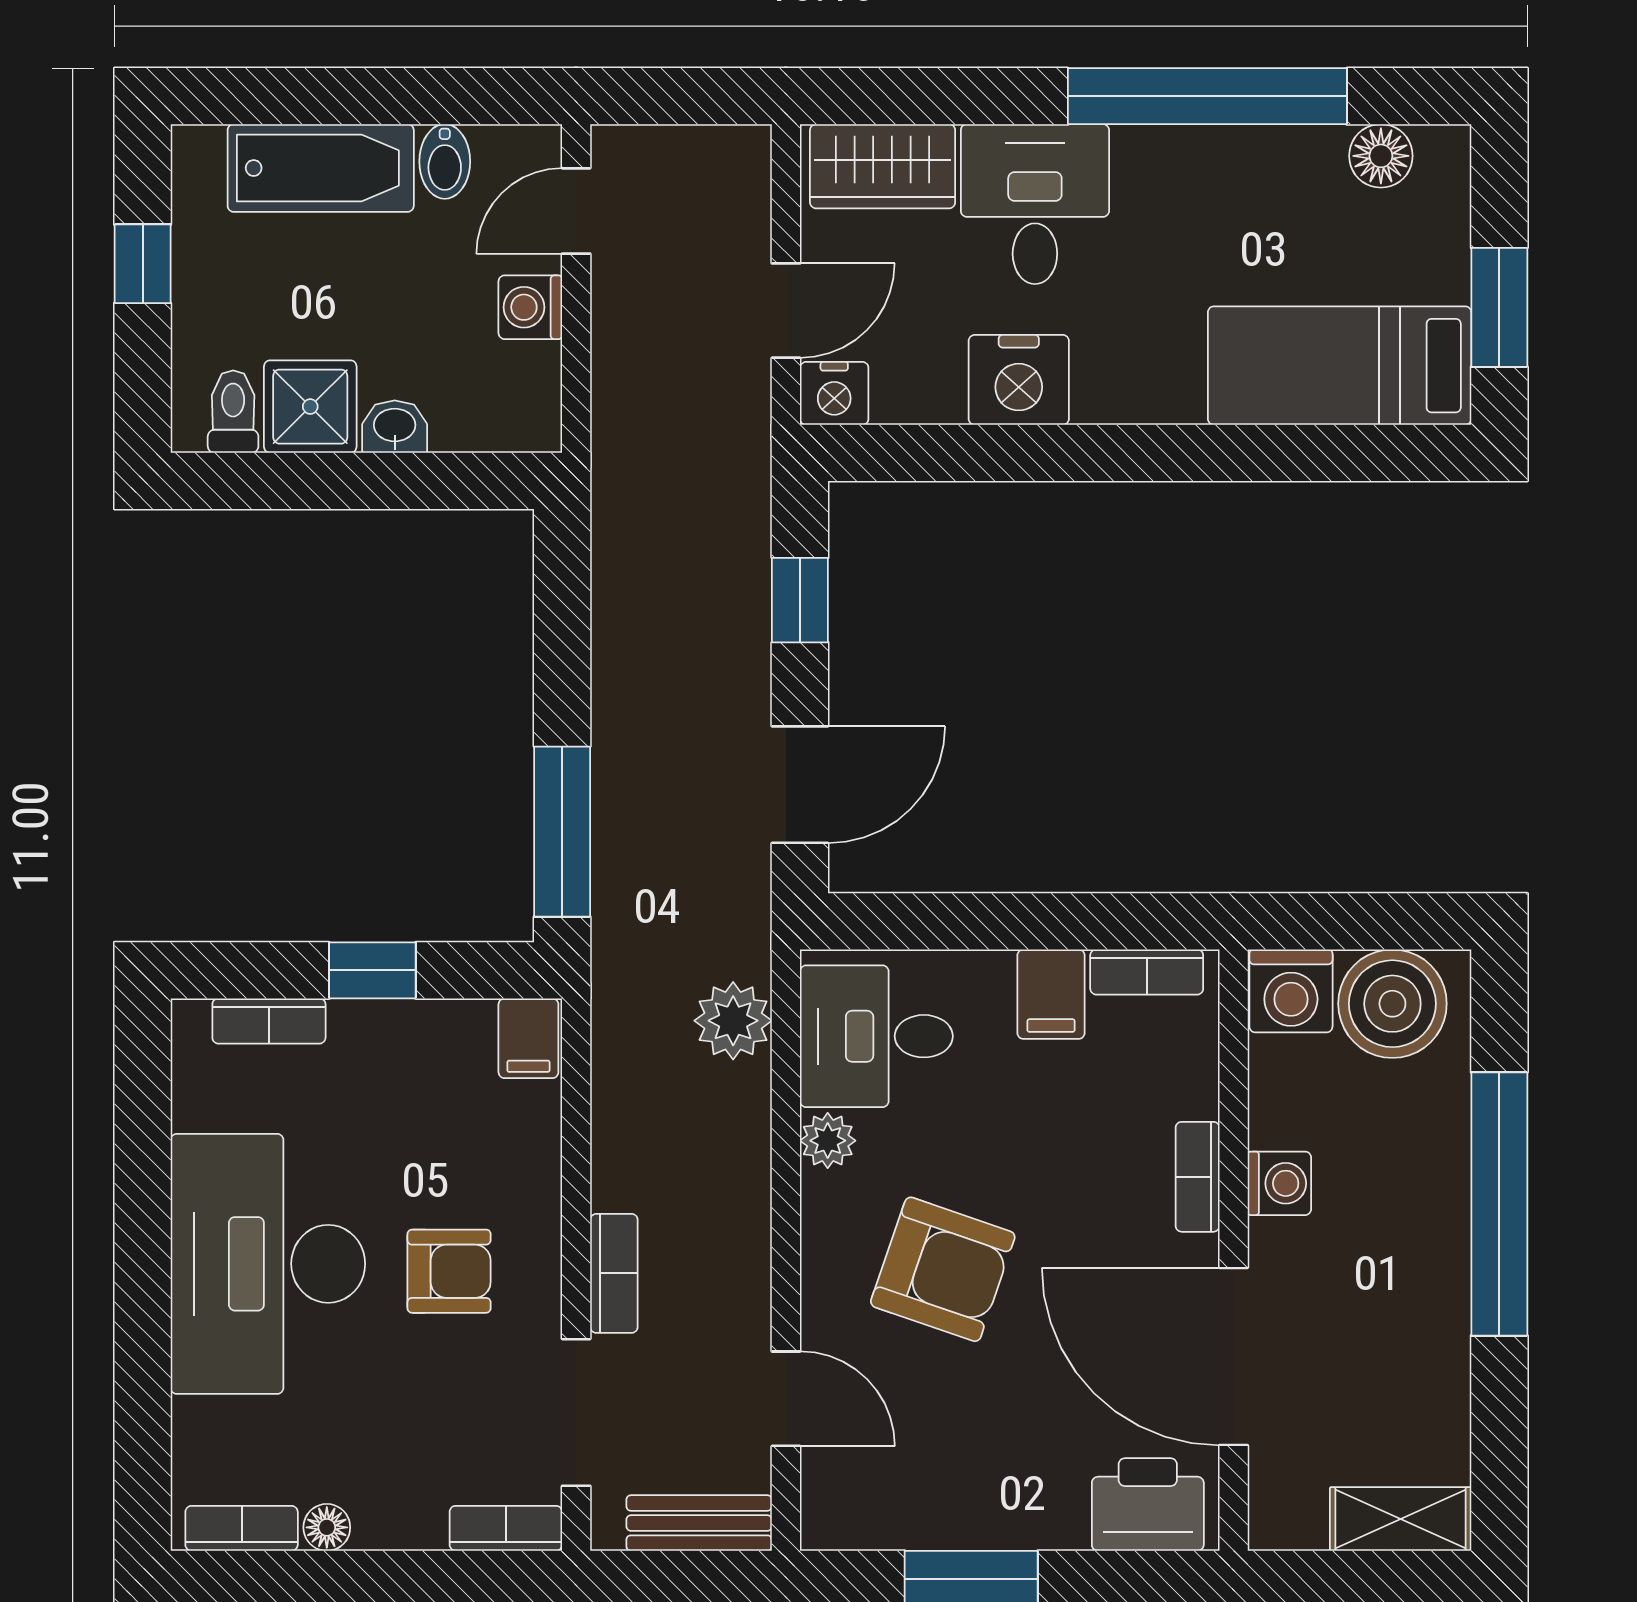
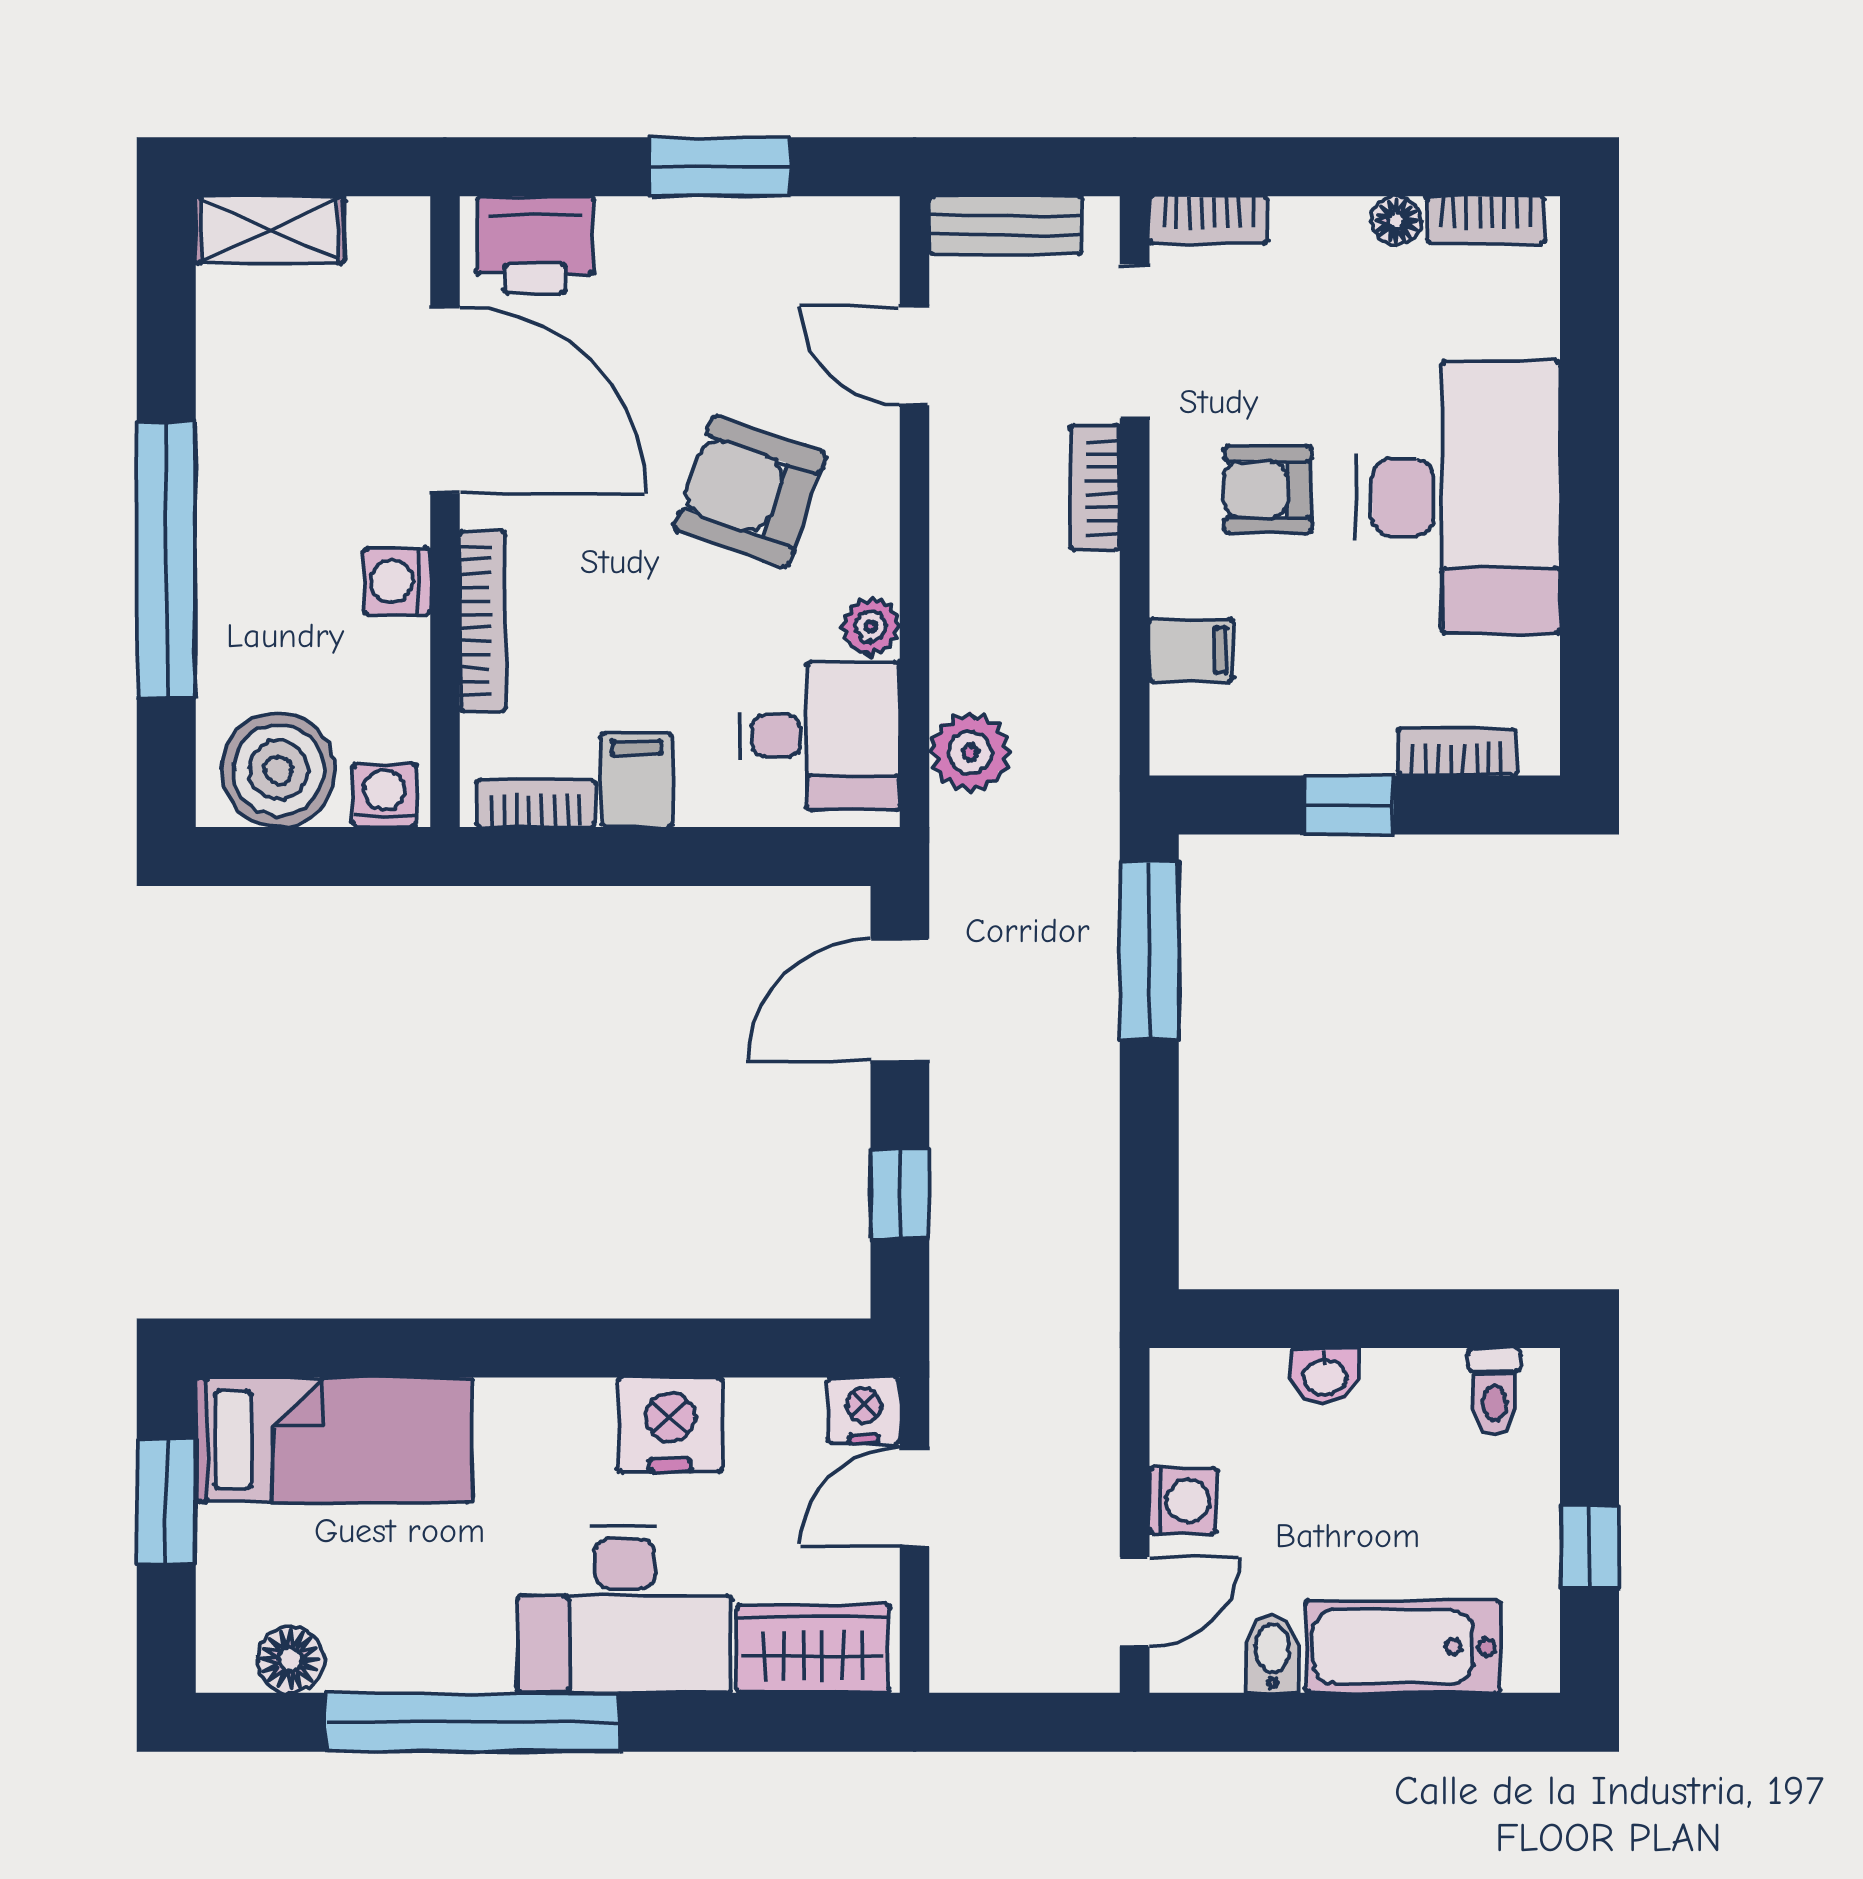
desk: (1035, 204) -> (624, 1609), width x1.37
shower: (310, 407) -> (1414, 1397), removed
washing machine: (1291, 991) -> (385, 795), width x0.73, depth x0.73
filing cabinet: (528, 1038) -> (1191, 650), moved, turned 90
bookcase: (1198, 1177) -> (483, 621), width x1.56

